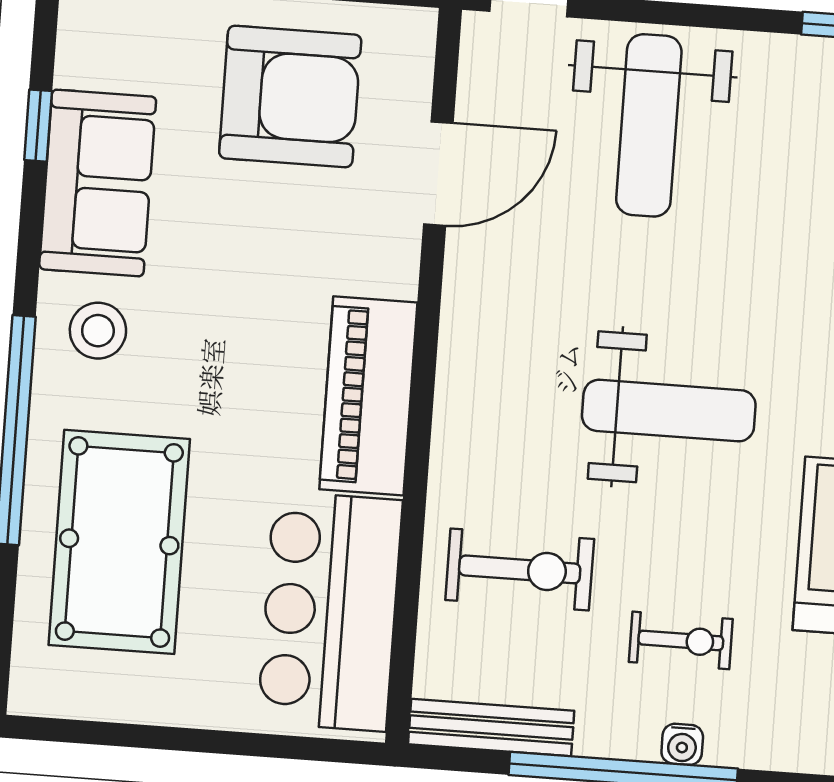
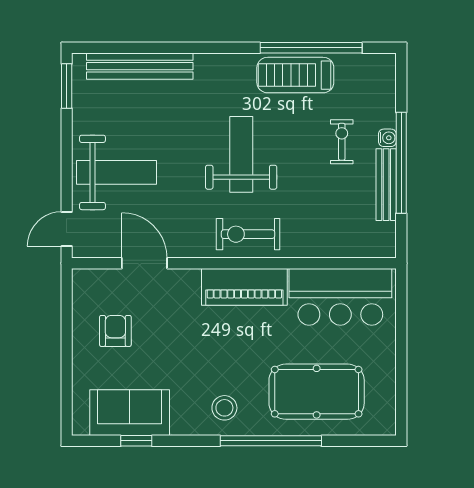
armchair: (290, 97) -> (115, 331), width x0.53, depth x0.53
sofa: (98, 183) -> (130, 413), moved
exercise bike: (520, 569) -> (248, 234), moved, turned -90
bench: (491, 728) -> (386, 185), moved

